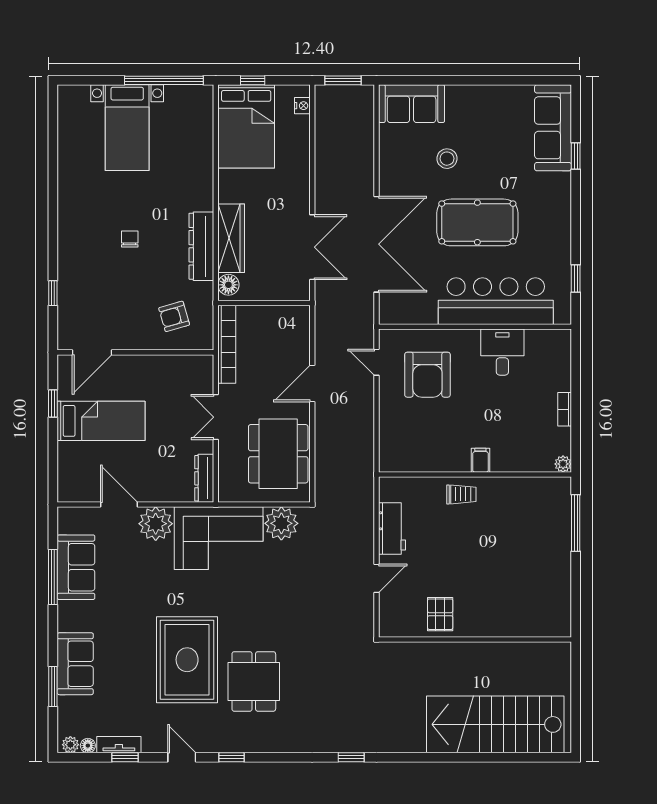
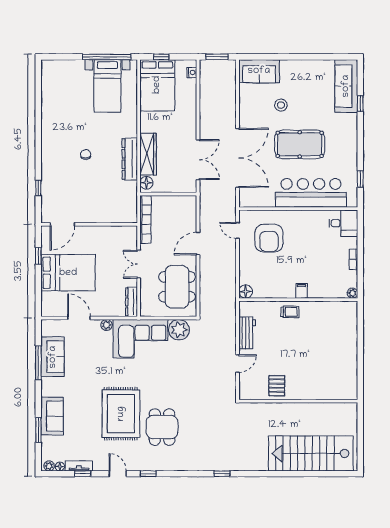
bed with nightstands: (127, 128) -> (107, 86), moved
armchair: (174, 316) -> (113, 202), removed
desk: (502, 352) -> (343, 223), moved, turned 90
bed: (101, 421) -> (68, 273), width x1.50
floor lamp: (390, 461) -> (246, 292), added
window: (576, 523) -> (360, 329), removed
plant: (156, 524) -> (107, 325), width x0.53, depth x0.53

